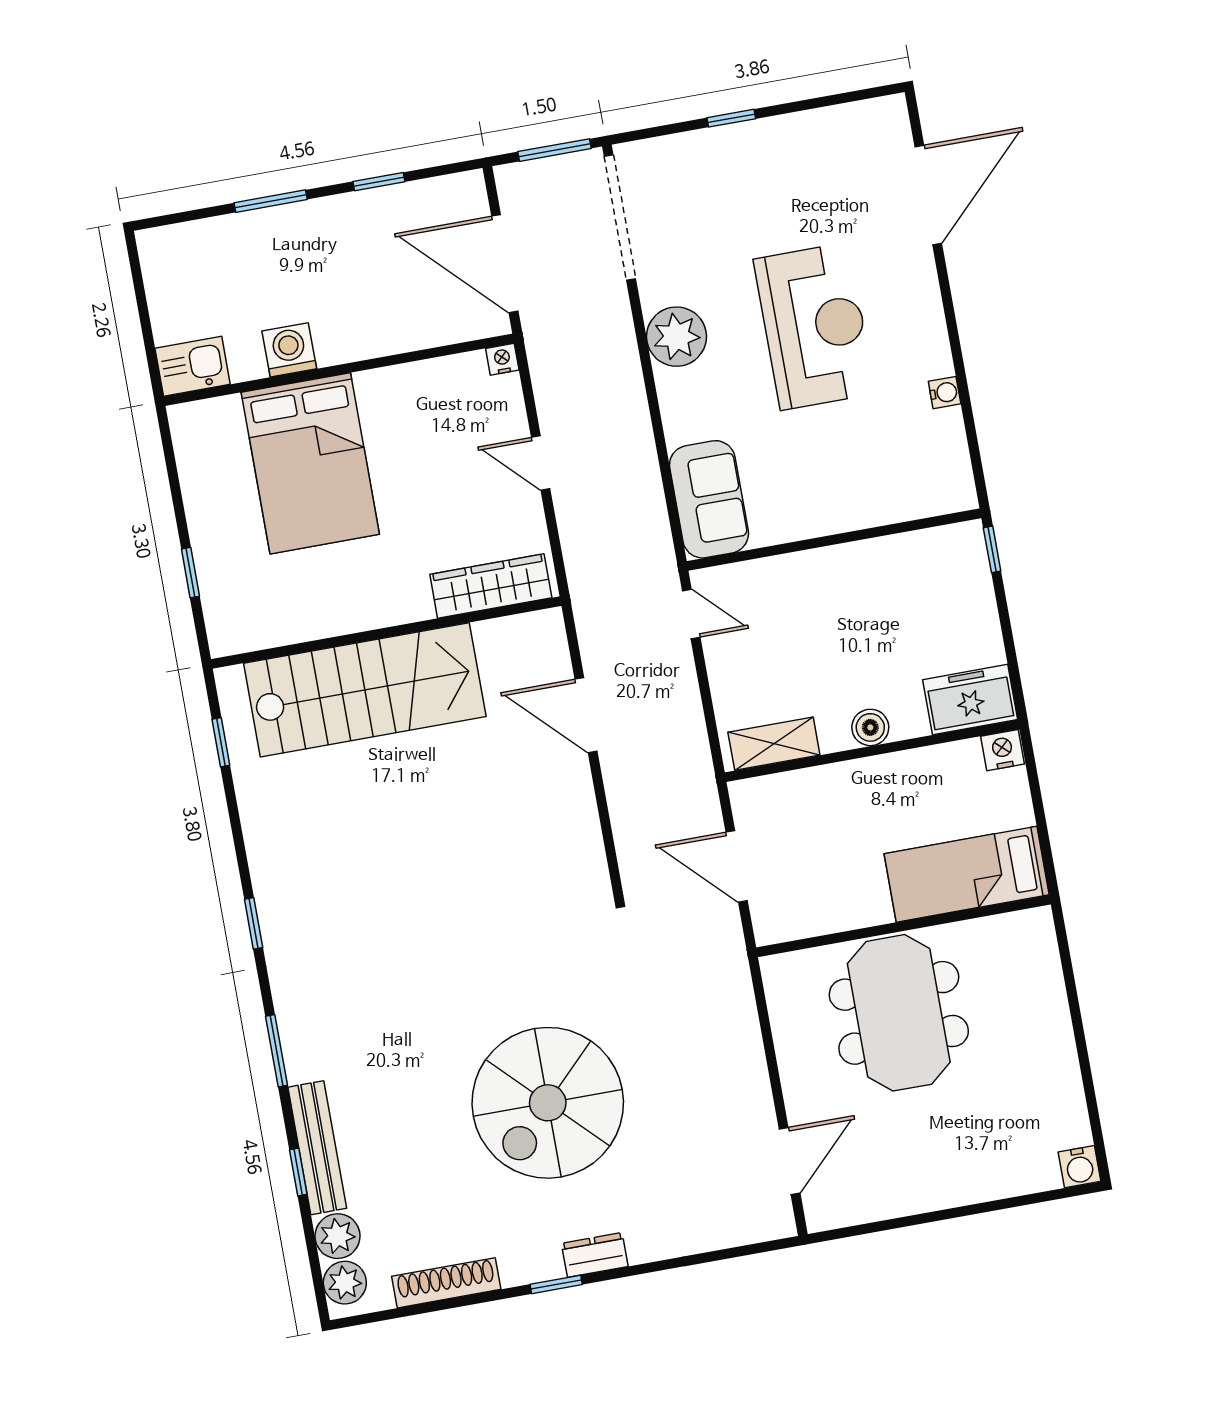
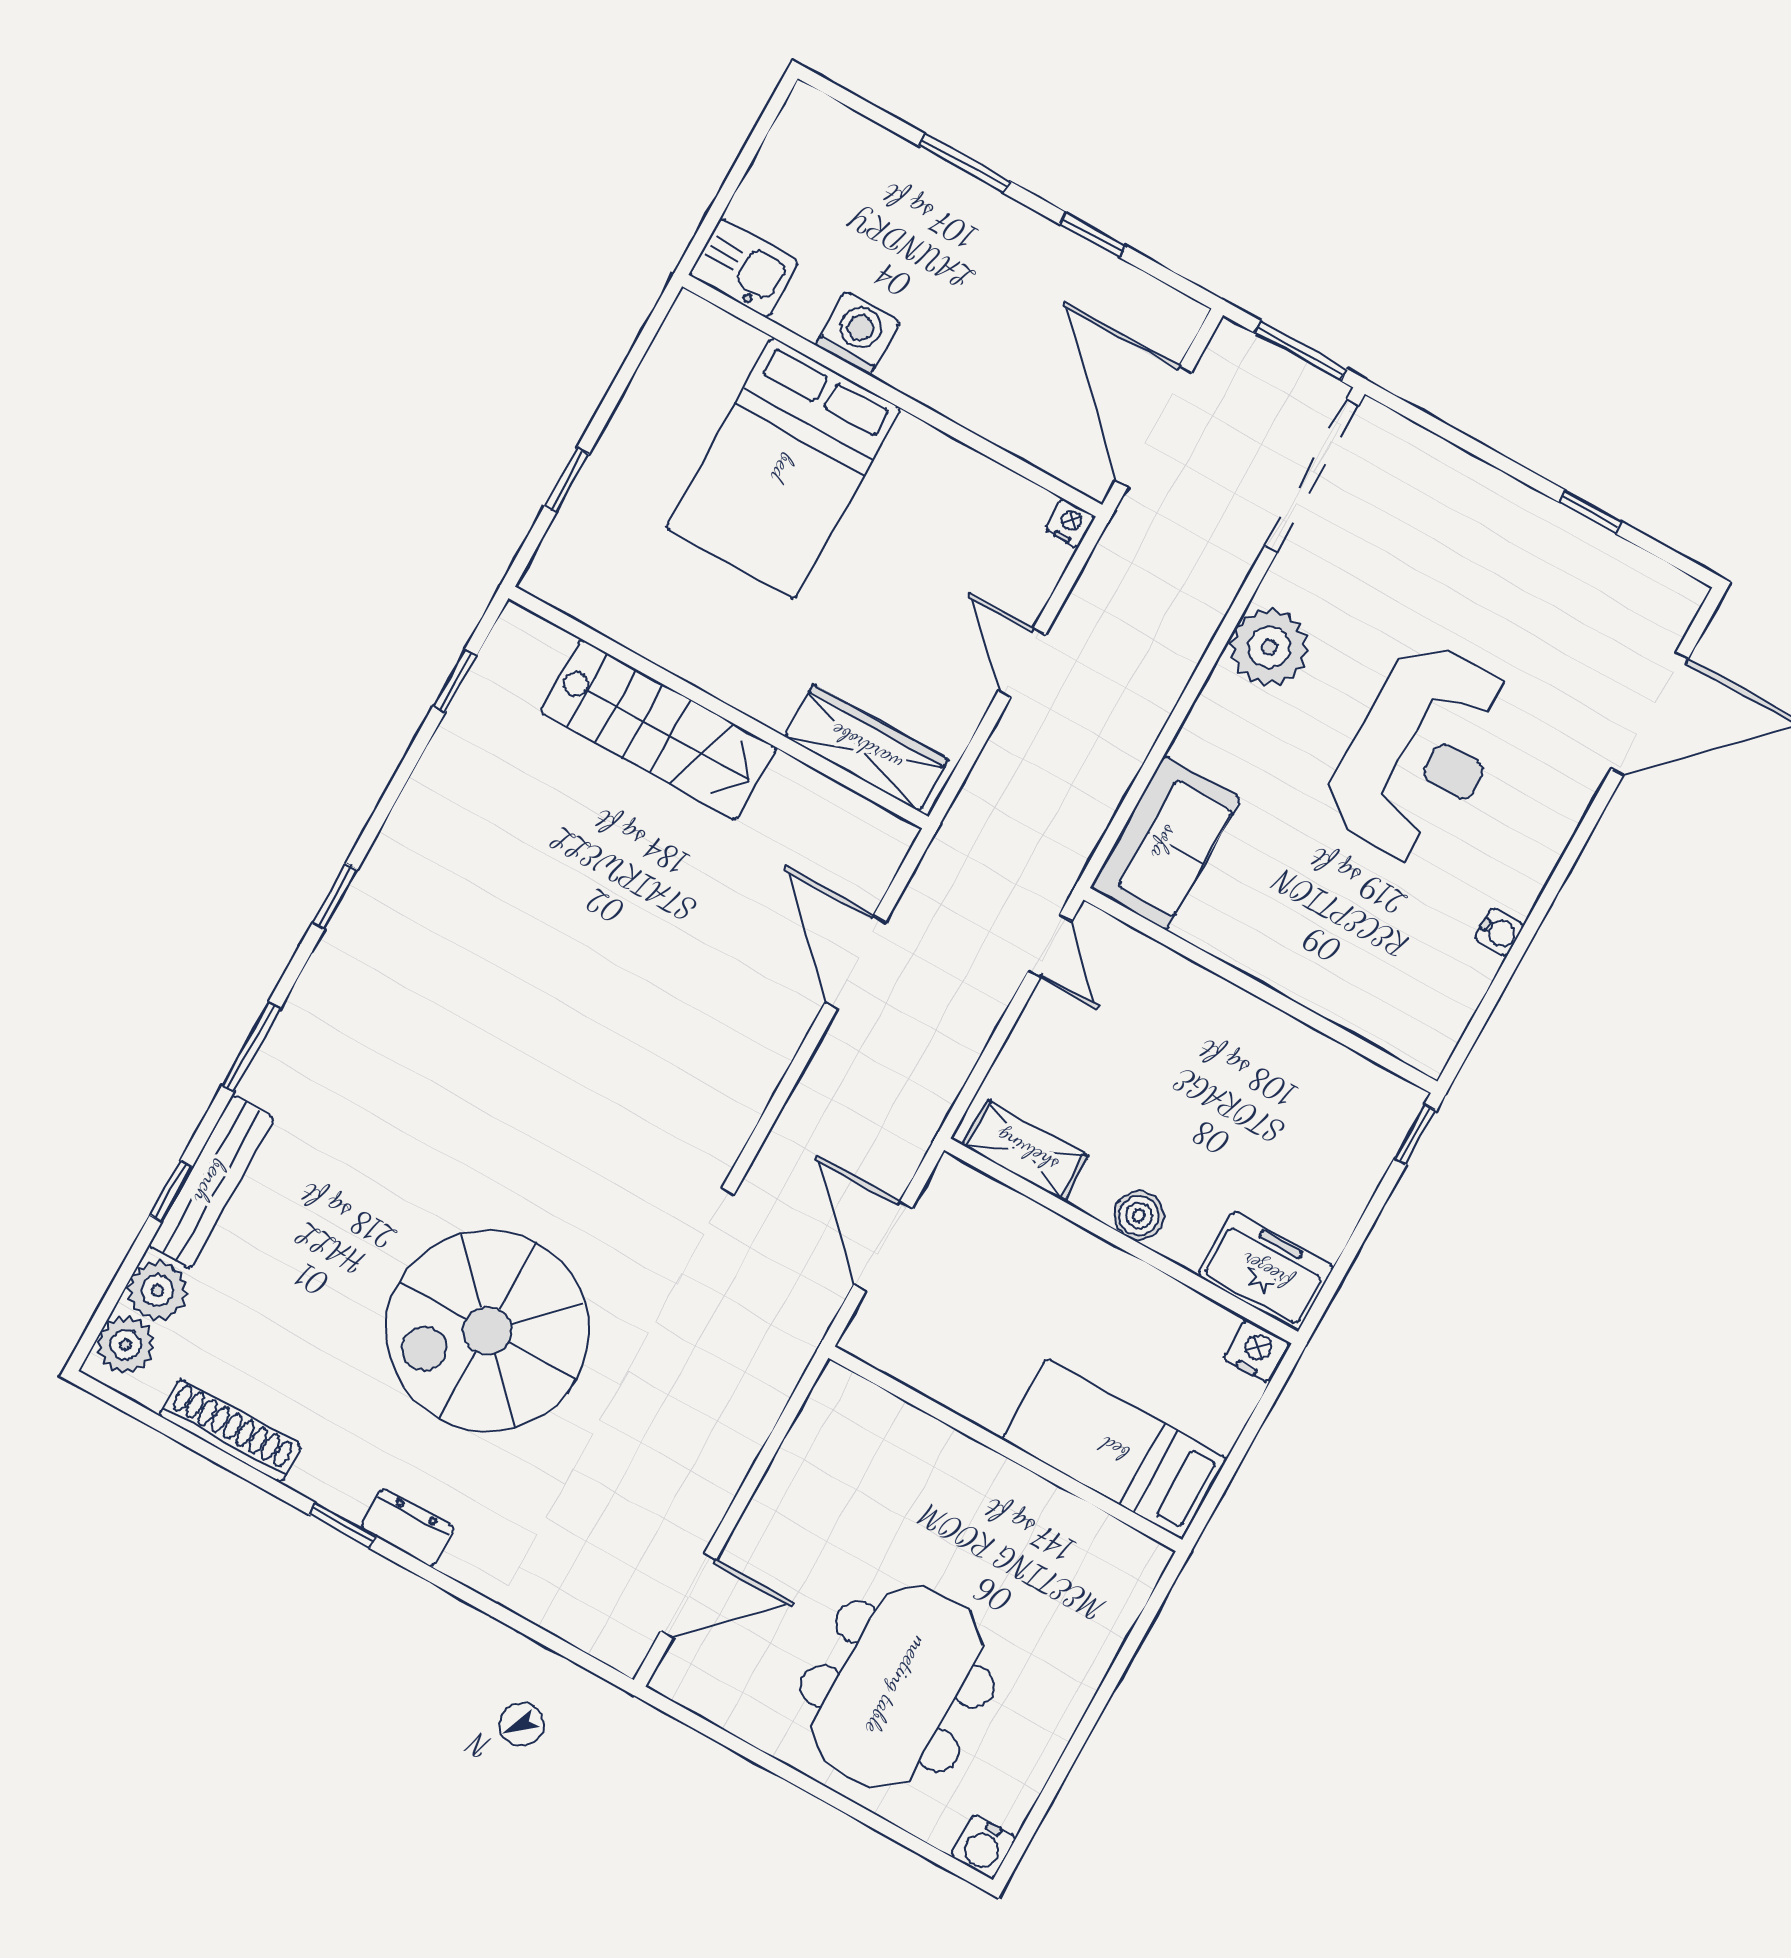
window: (731, 118) -> (1590, 512), moved
stairs: (365, 690) -> (658, 730), width x0.73, depth x0.66
meeting table: (899, 1013) -> (897, 1686), moved

